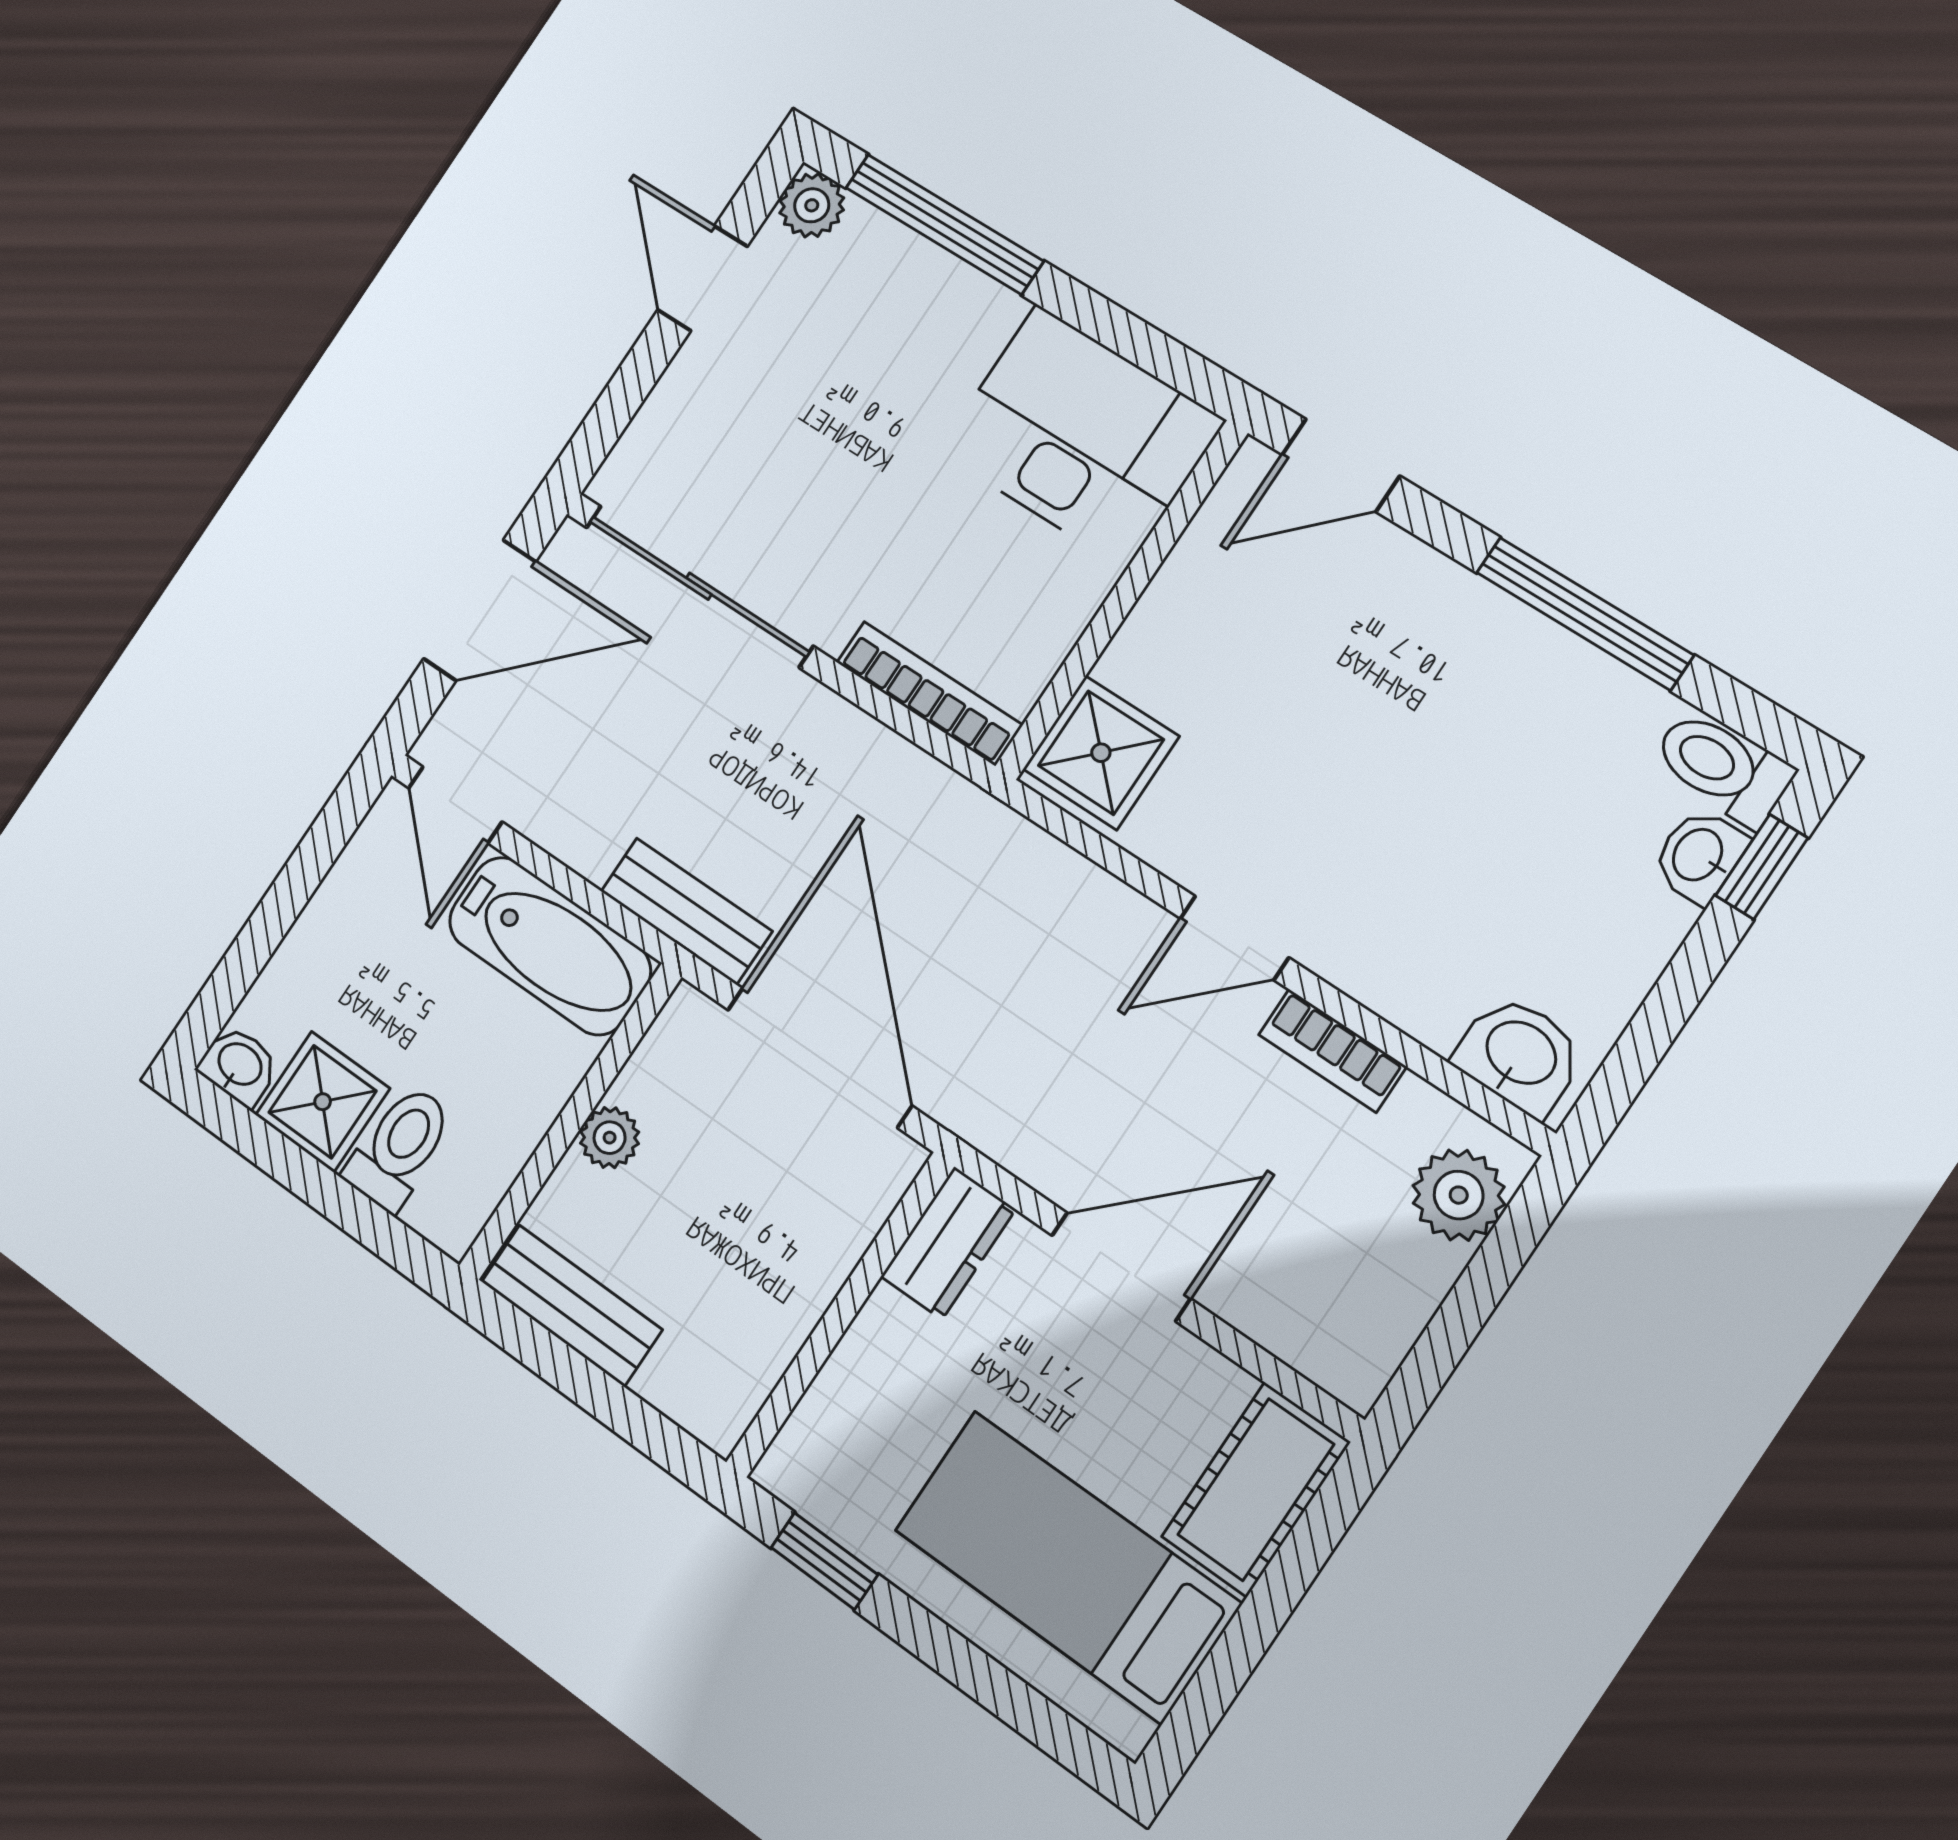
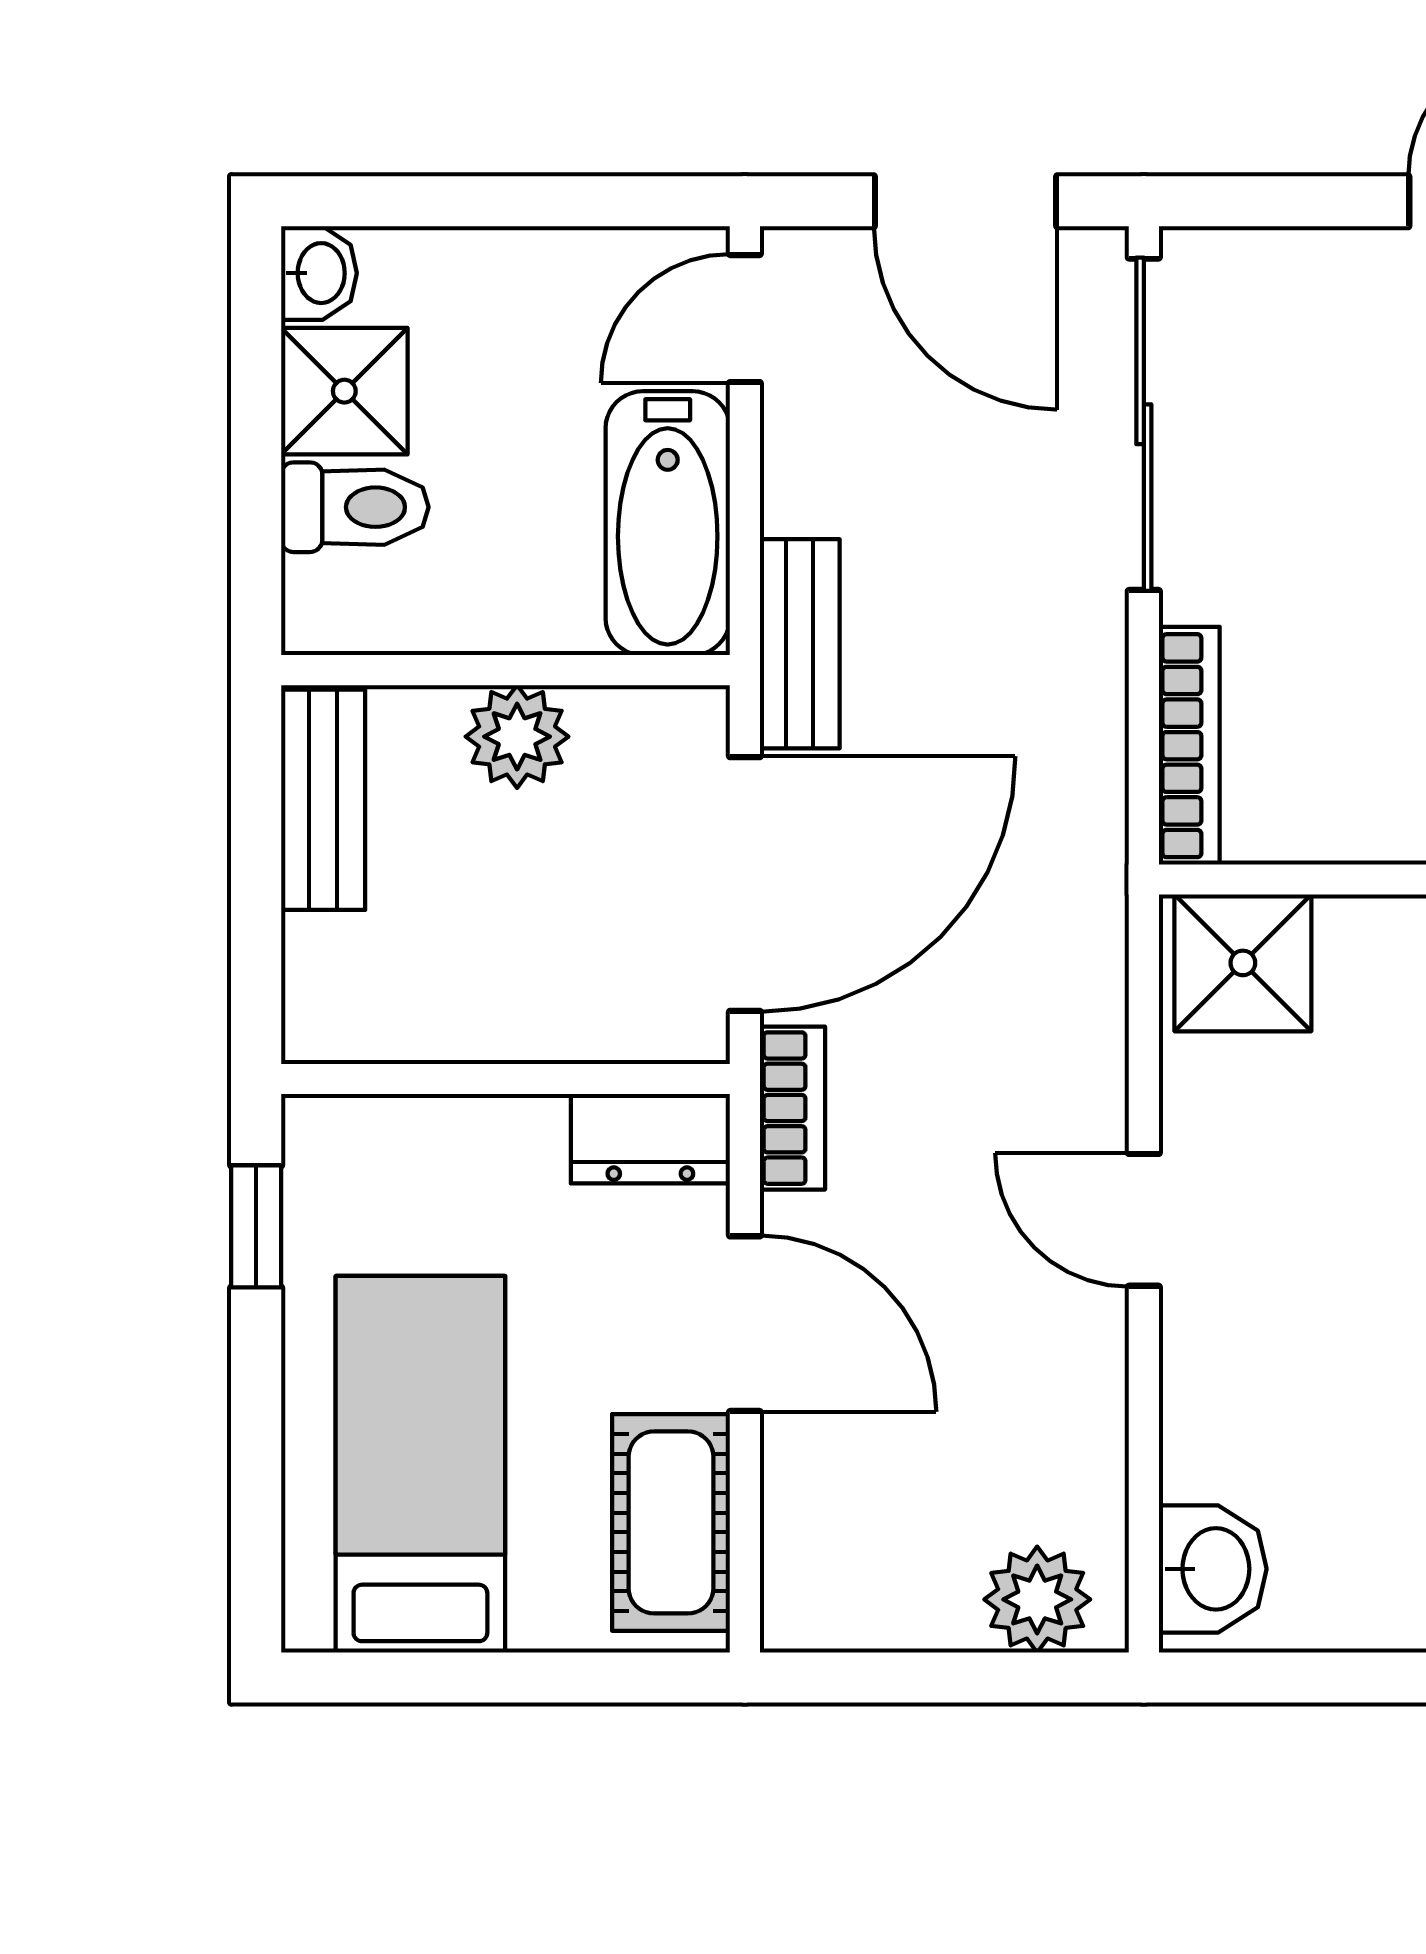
bookcase: (1332, 1051) -> (792, 1108), moved, turned 180
plant: (610, 1138) -> (517, 737), width x1.38, depth x1.38
cot: (1256, 1489) -> (671, 1522), moved, turned 90

